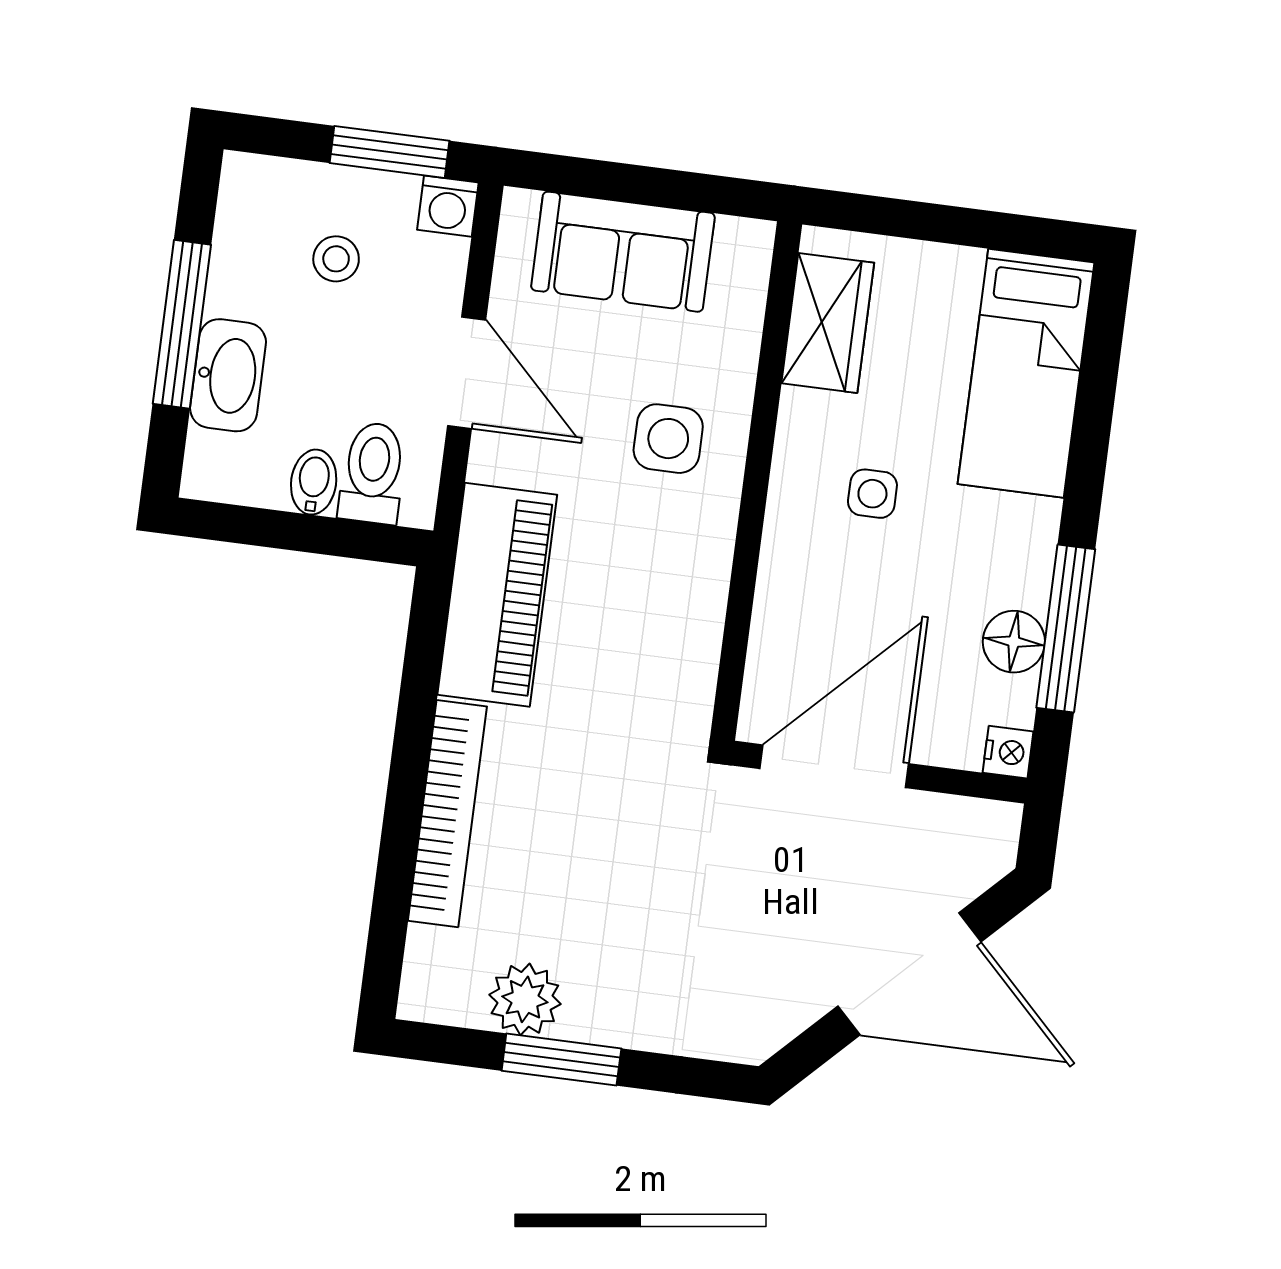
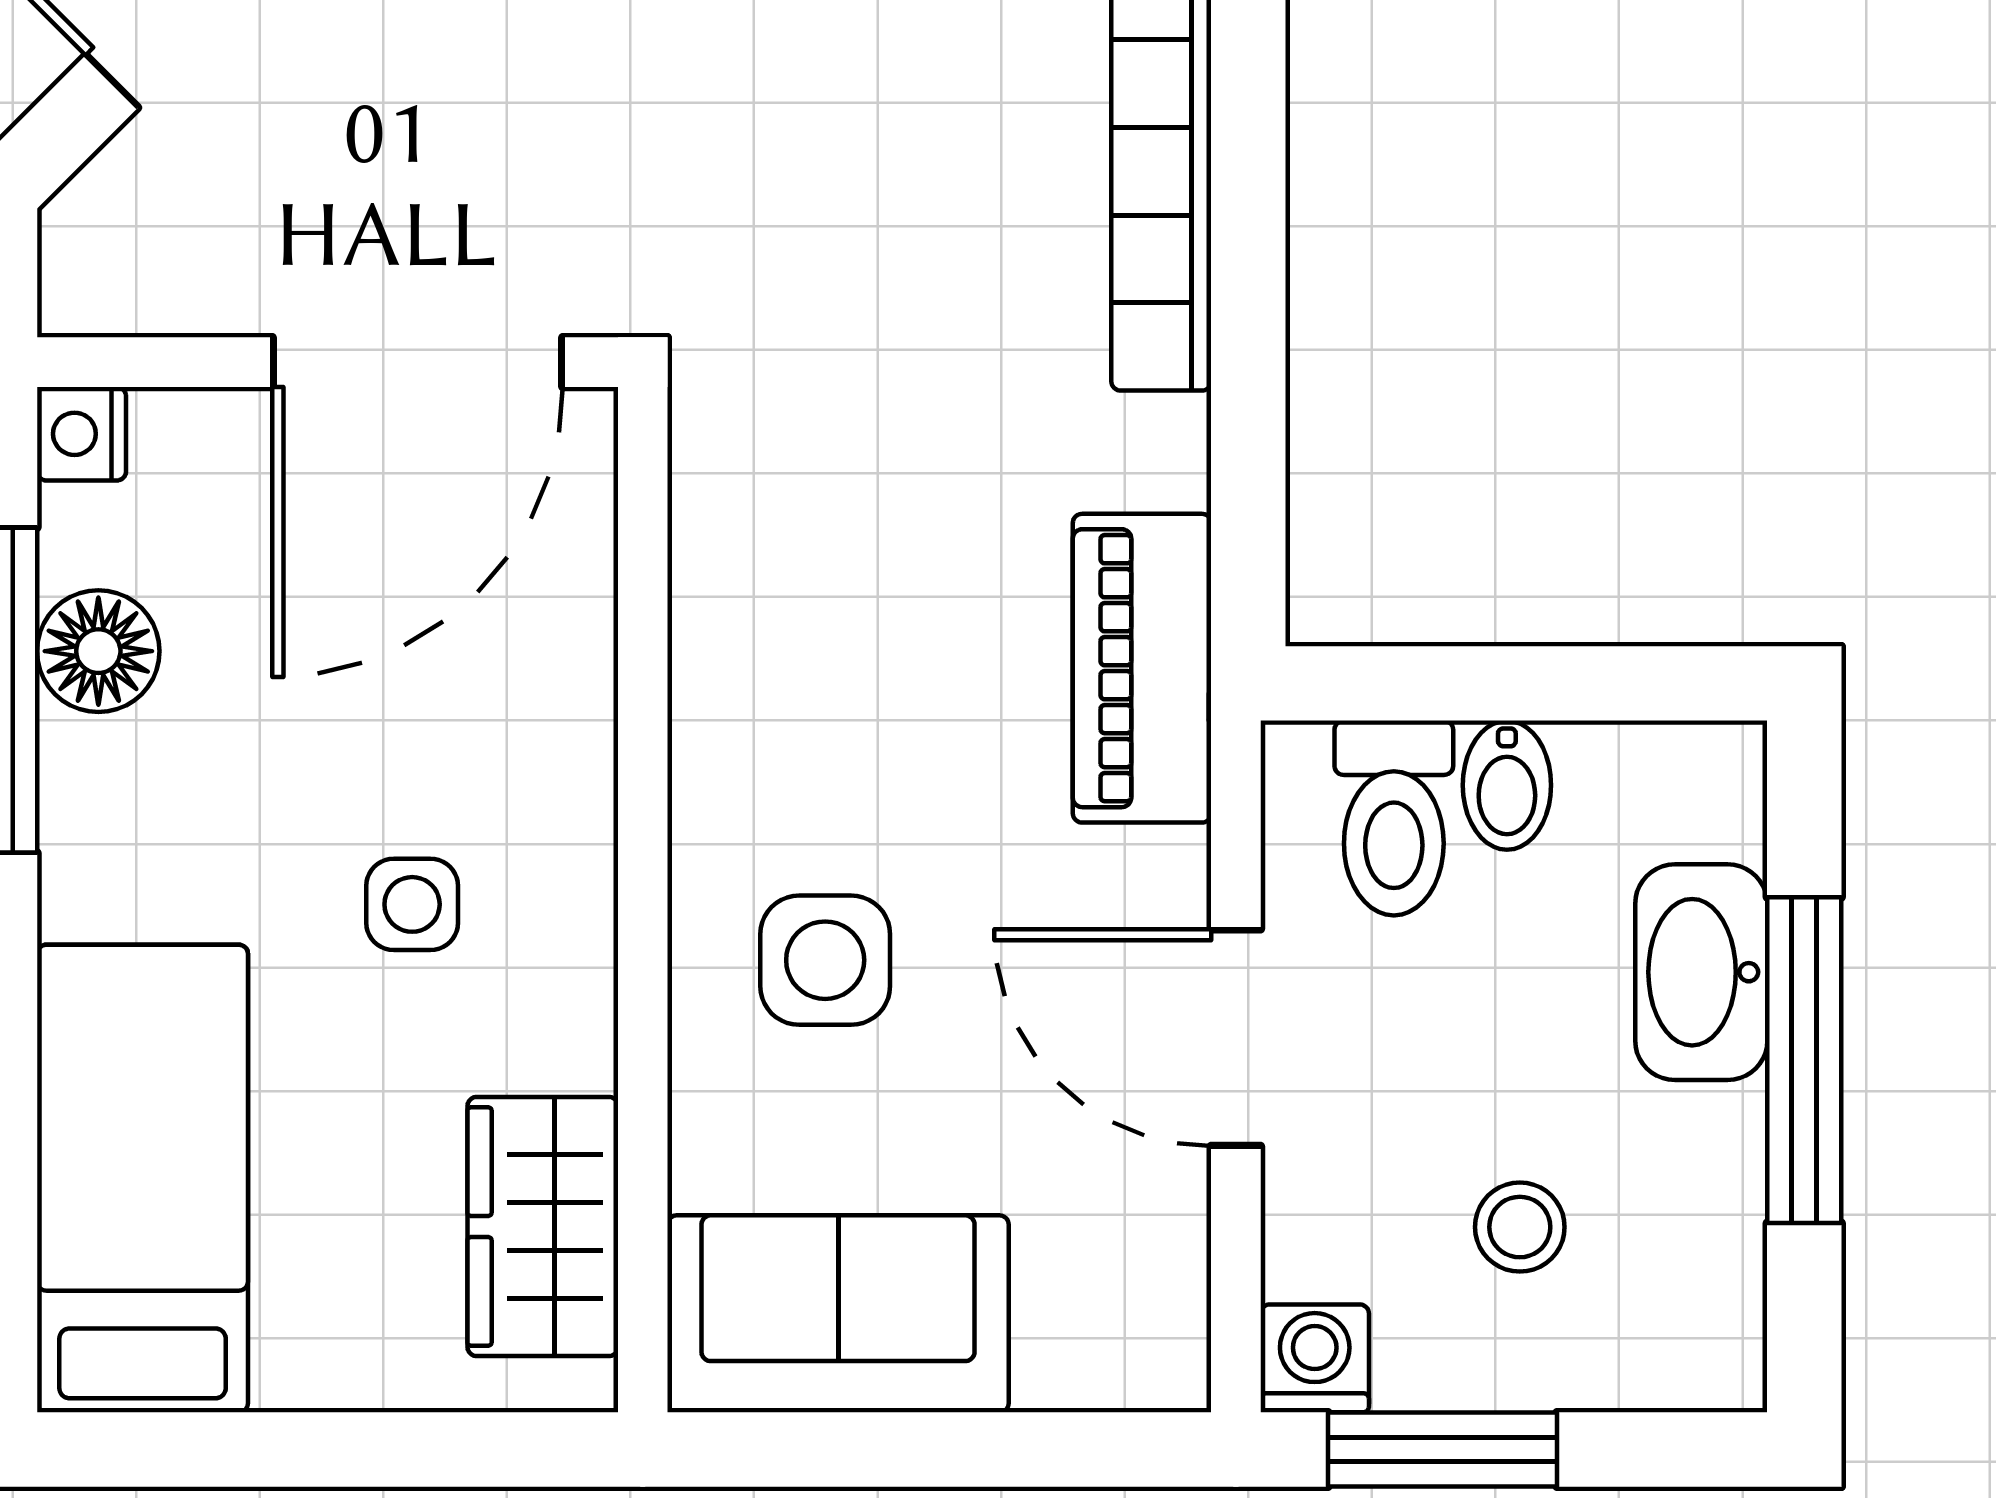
sofa: (623, 252) -> (838, 1314), moved
piano: (497, 595) -> (1142, 668), width x0.73, depth x0.75

